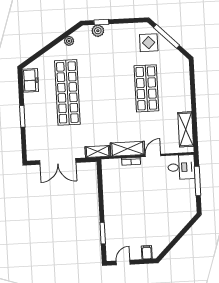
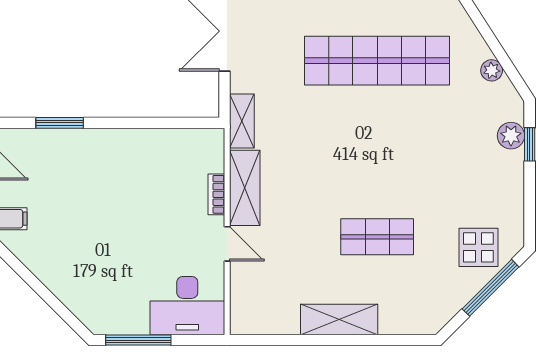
shop shelf: (146, 88) -> (377, 237), width x0.70, depth x0.74
shelving: (186, 129) -> (339, 319), moved
desk: (181, 167) -> (187, 306), width x1.37
window: (198, 181) -> (138, 340), moved

